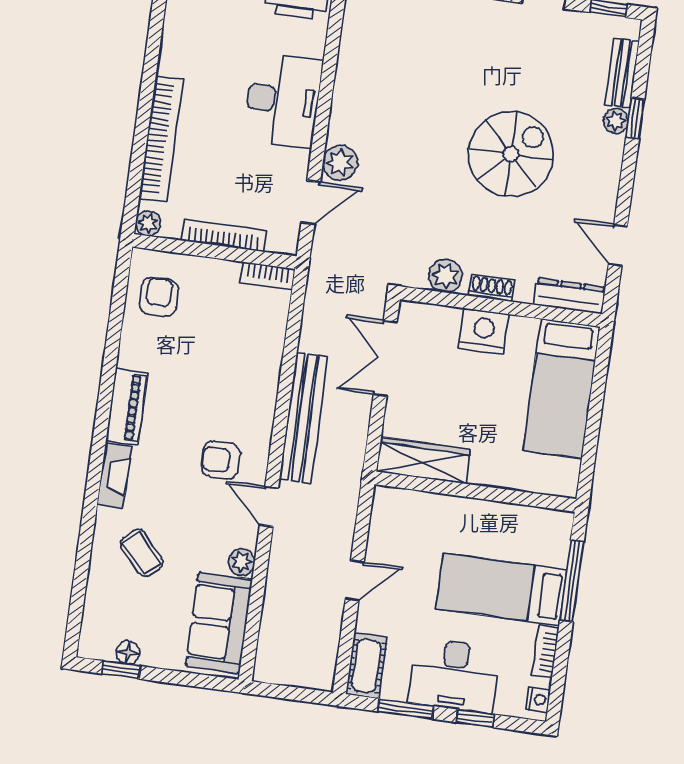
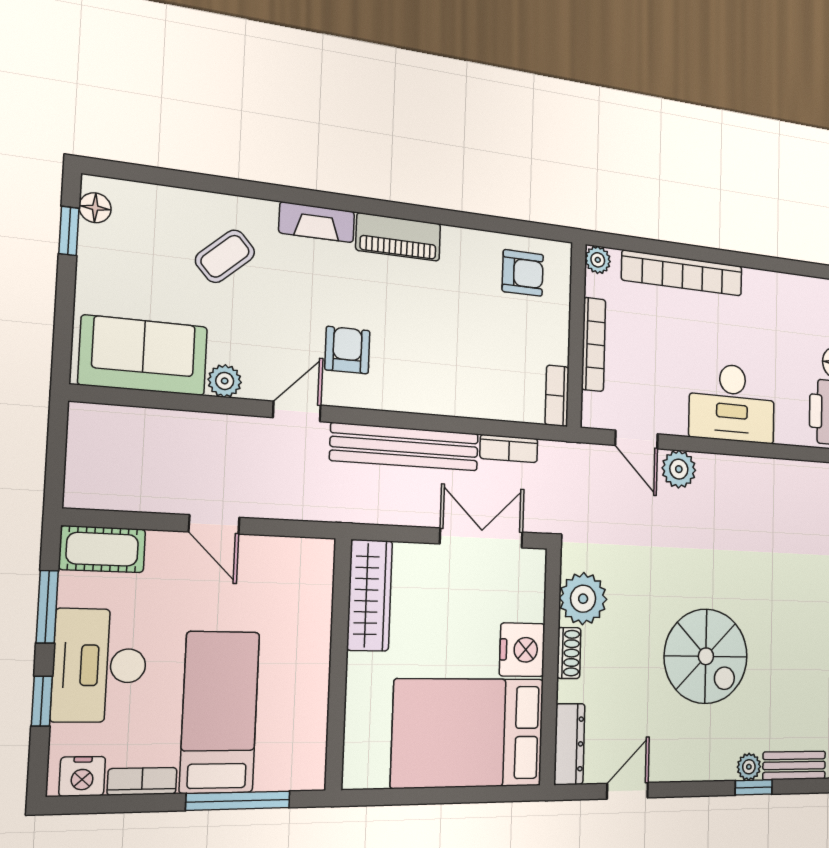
plant: (445, 276) -> (583, 599), width x1.36, depth x1.36
bookcase: (311, 326) -> (509, 449), added
bed: (562, 389) -> (469, 733), width x1.50
floor lamp: (128, 653) -> (95, 208), moved
nightstand: (538, 700) -> (82, 776), width x1.39, depth x1.35

